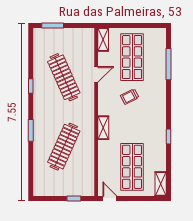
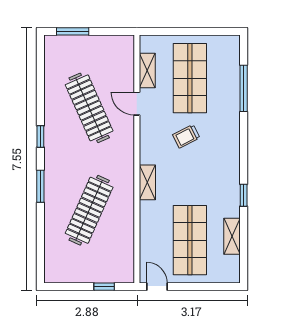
shelving: (103, 40) -> (147, 71), moved
door: (96, 74) -> (137, 104), swing flipped
window: (31, 86) -> (40, 136), moved
shelving: (161, 184) -> (232, 236), moved

